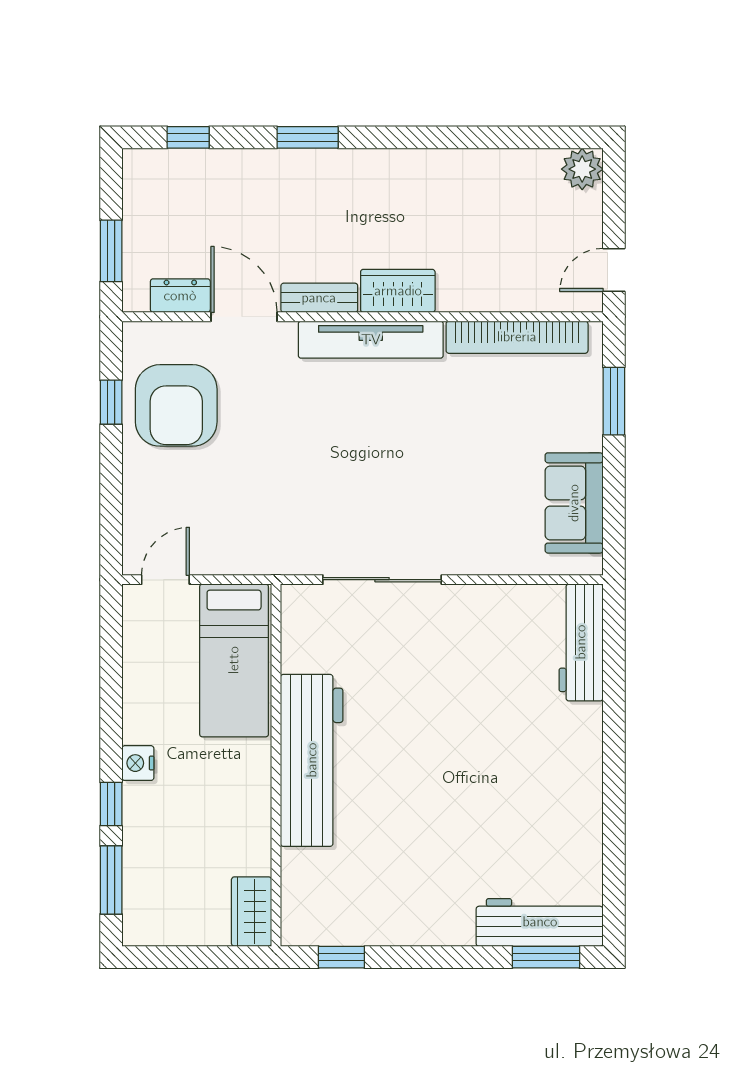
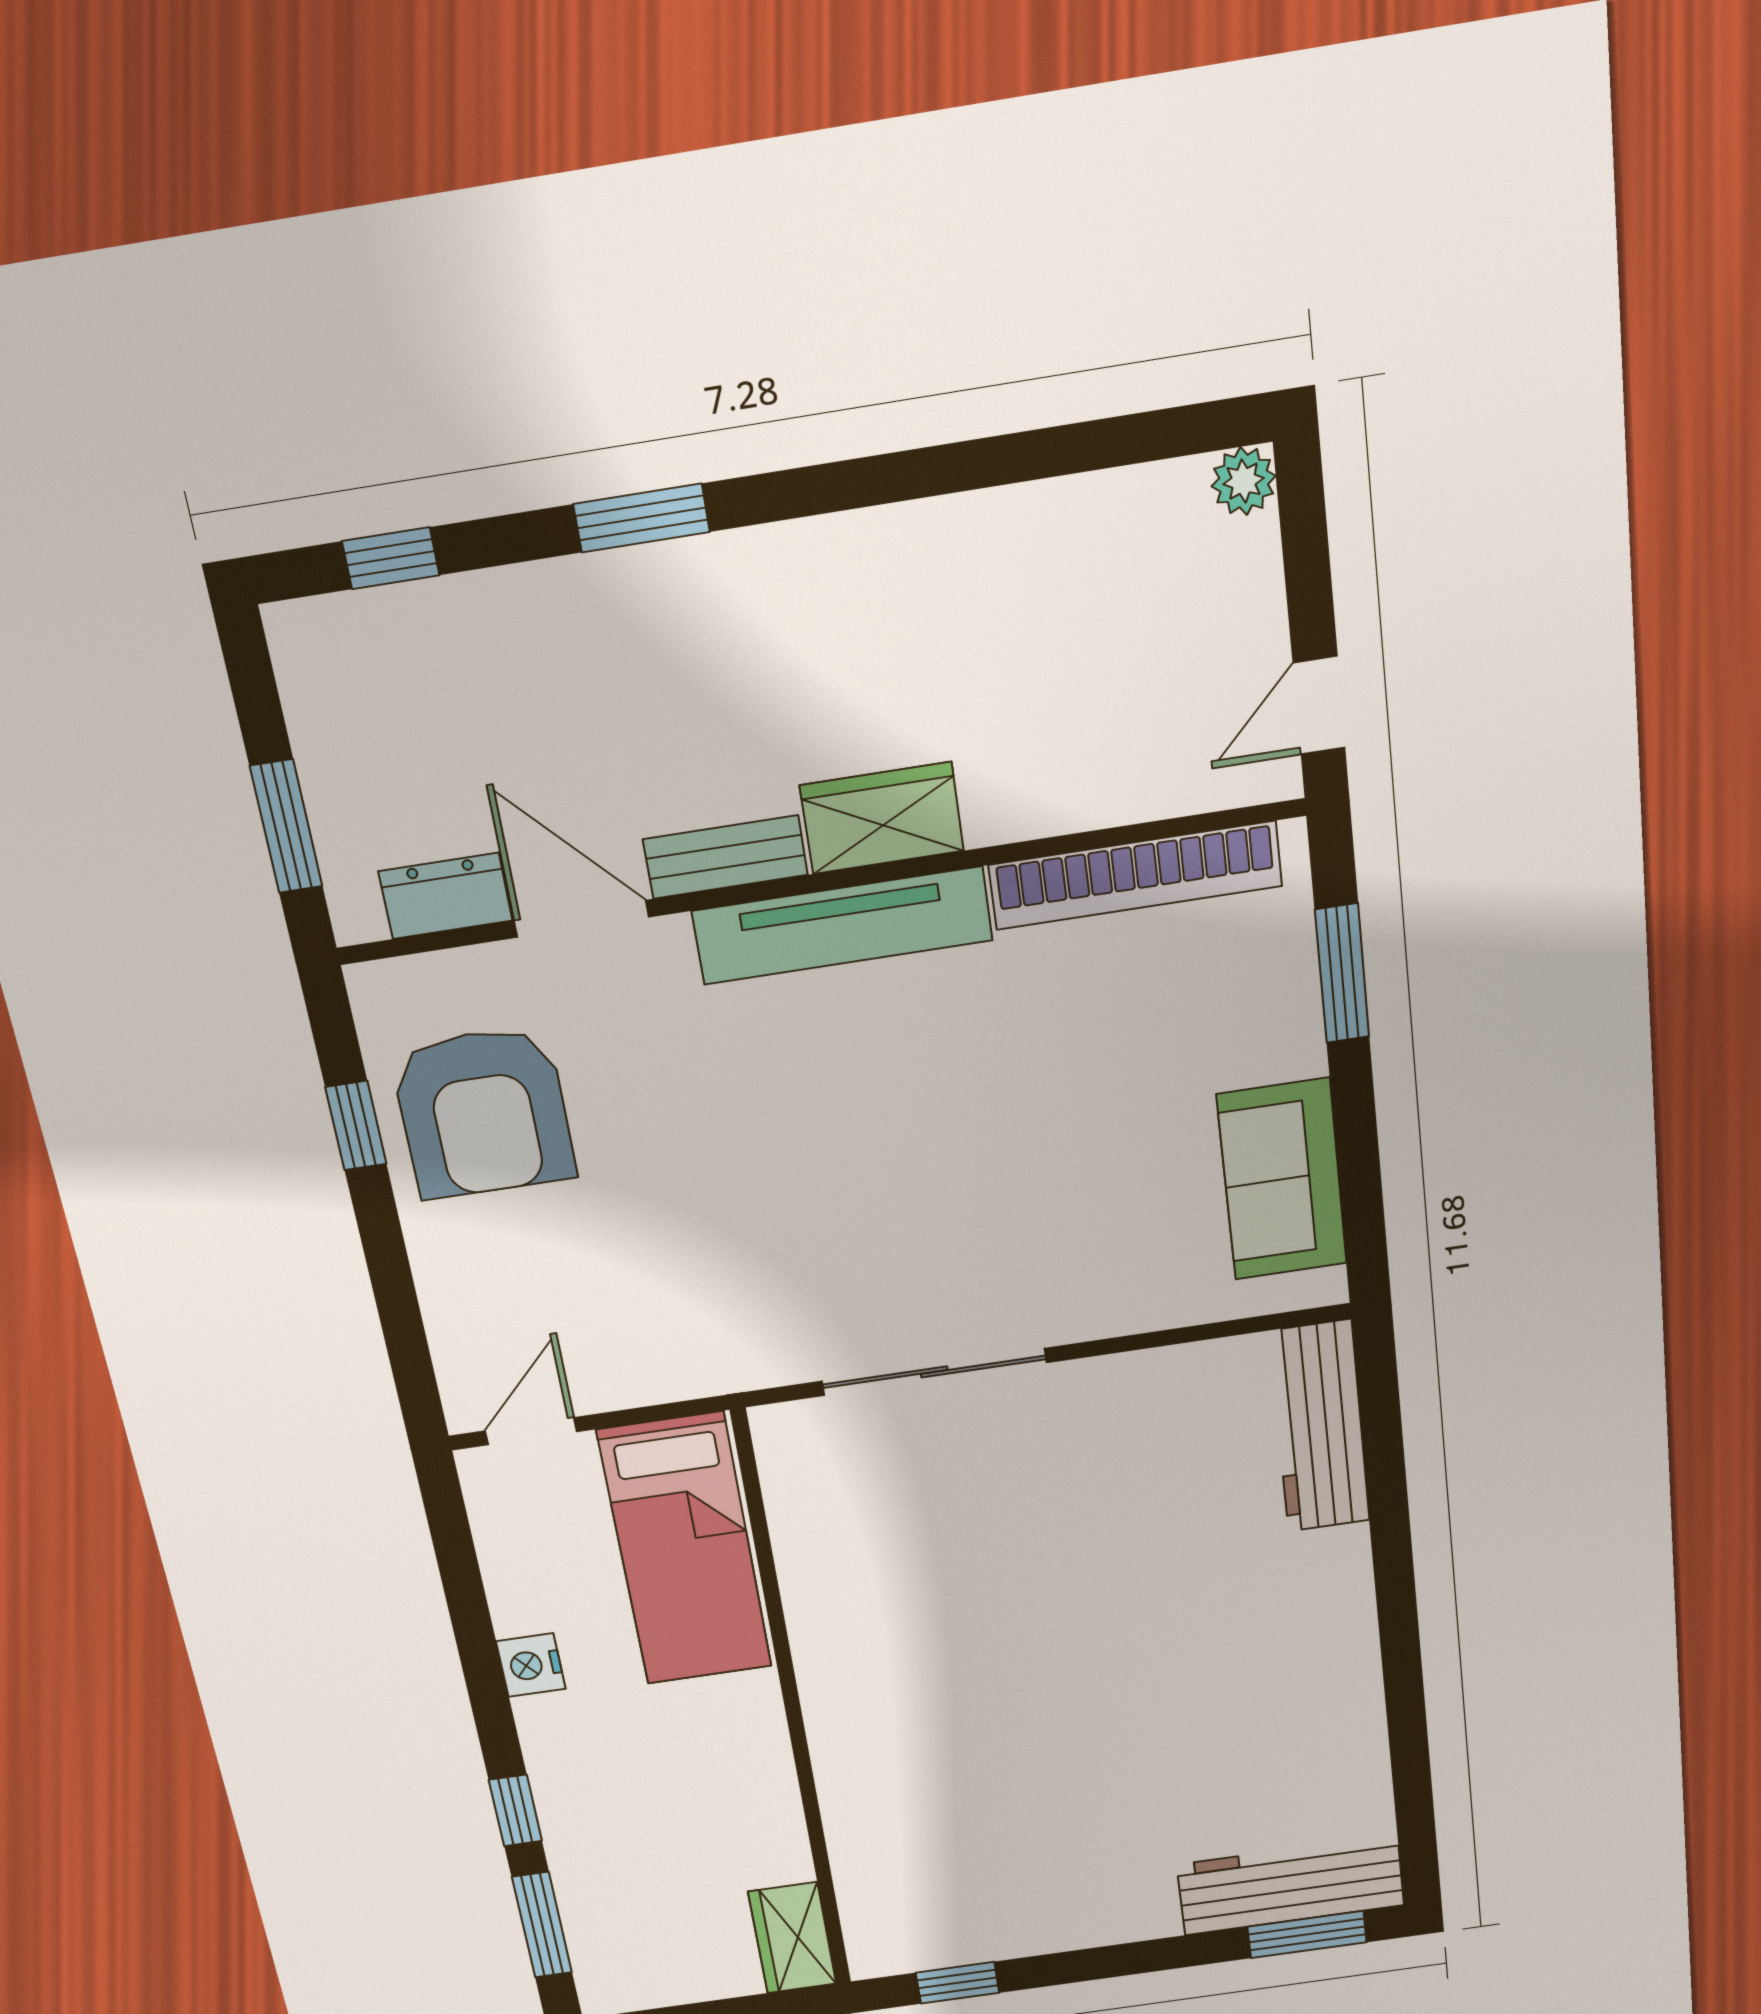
plant: (582, 169) -> (1244, 481), width x0.73, depth x0.73
workbench: (312, 760) -> (855, 1692), removed
nightstand: (138, 763) -> (531, 1665), moved

